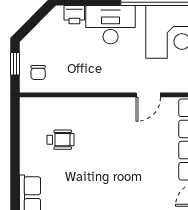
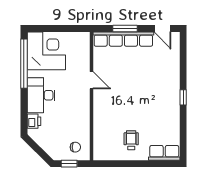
door: (148, 95) -> (91, 80), moved
wheelchair: (61, 140) -> (131, 140), moved

